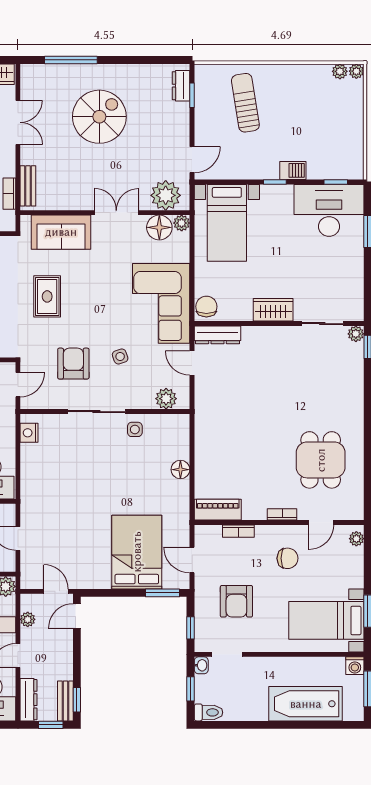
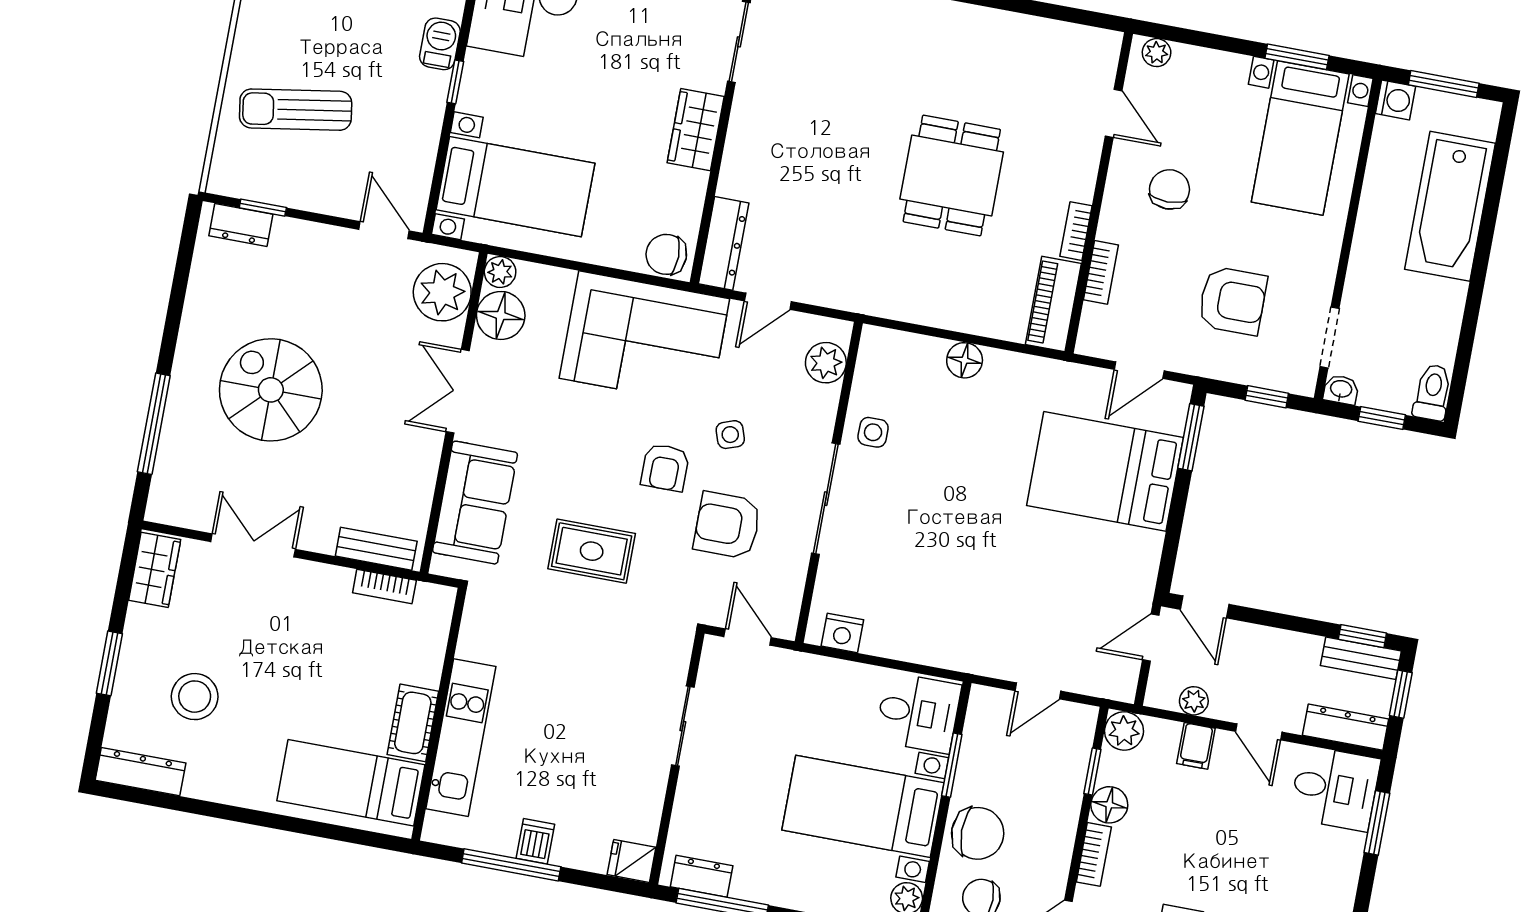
armchair: (97, 326) -> (665, 467), added
dining table: (321, 460) -> (952, 176), moved, turned 90
bookcase: (282, 514) -> (1076, 231), moved

